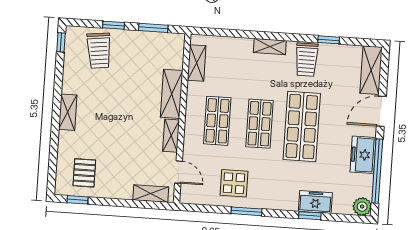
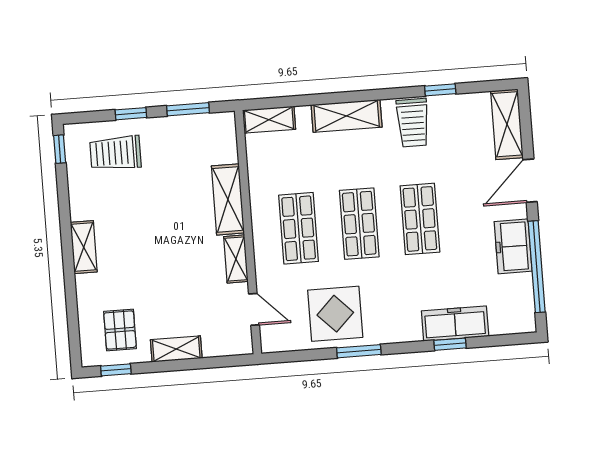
shelving: (270, 46) -> (347, 116), width x1.50, depth x1.33
trolley: (99, 51) -> (115, 153), turned 97
shelving: (197, 63) -> (269, 120), moved, turned 90
shop shelf: (302, 127) -> (420, 219), width x0.70, depth x0.74
display table: (234, 183) -> (335, 314), width x1.36, depth x1.36
shelving: (151, 194) -> (176, 349), moved
freezer: (315, 202) -> (455, 324), width x1.40
plant: (362, 207) -> (523, 320), removed

